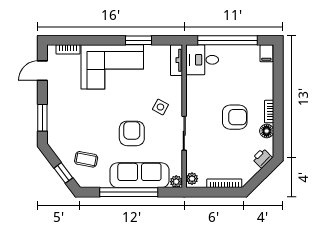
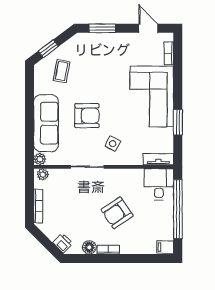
armchair: (235, 117) -> (117, 213), moved, turned 56
window: (129, 192) -> (29, 113), removed

